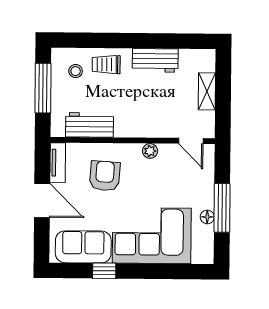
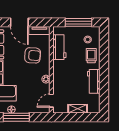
door: (42, 200) -> (19, 22), hinge flipped

